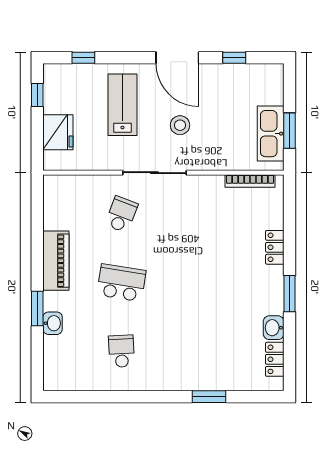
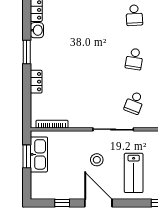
school desk: (121, 283) -> (134, 59), width x0.54

